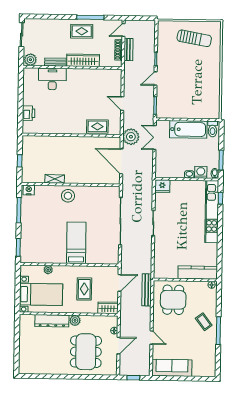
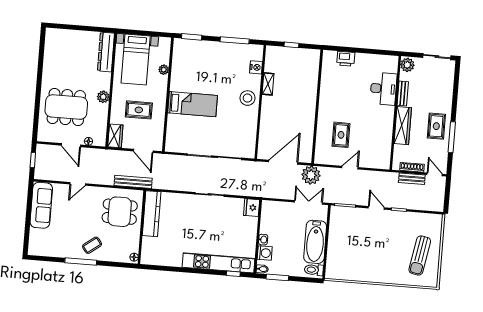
rug: (97, 126) -> (341, 135), moved
nightstand: (29, 190) -> (256, 67), moved
kitchen counter: (198, 272) -> (152, 214), moved
dresser: (52, 321) -> (106, 52), moved

